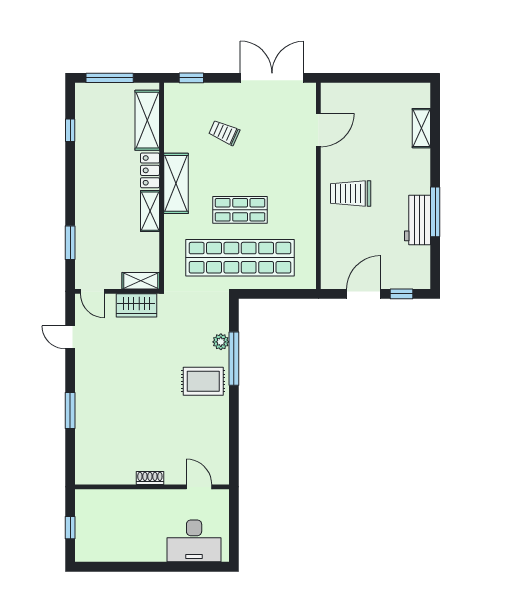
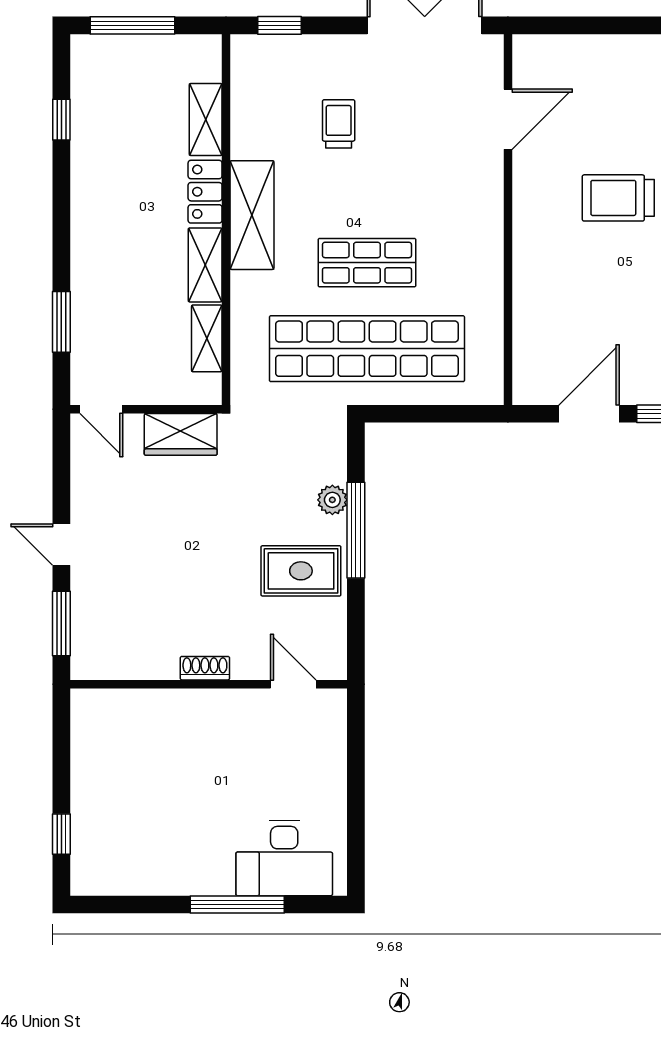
shelving: (147, 120) -> (206, 120), width x0.67, depth x0.75
trolley: (224, 133) -> (339, 124), turned 66
trolley: (351, 193) -> (618, 198), moved
shelving: (141, 281) -> (207, 338), moved, turned 90
door: (70, 337) -> (61, 545), moved
shoe rack: (150, 478) -> (205, 668), moved
wall: (152, 487) -> (209, 684), moved
door: (199, 487) -> (293, 684), moved
window: (168, 567) -> (237, 905), added

